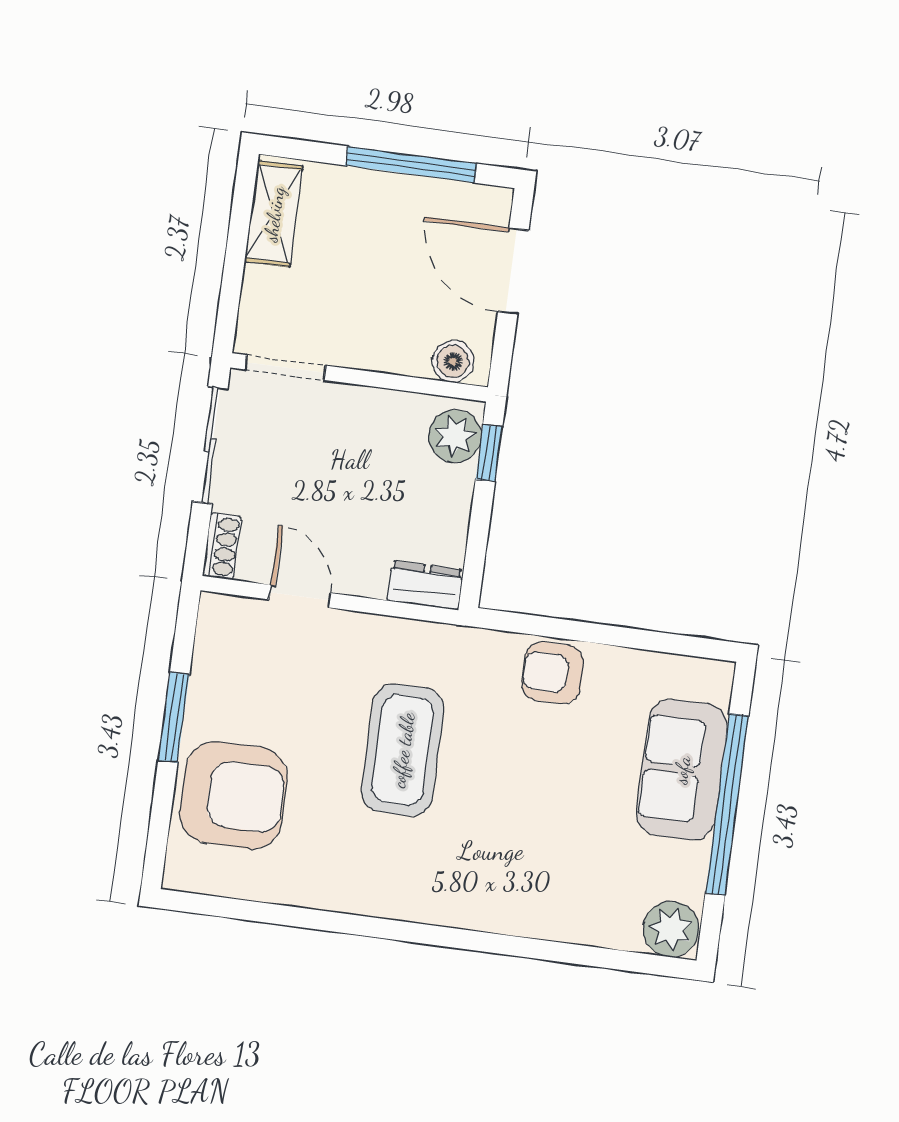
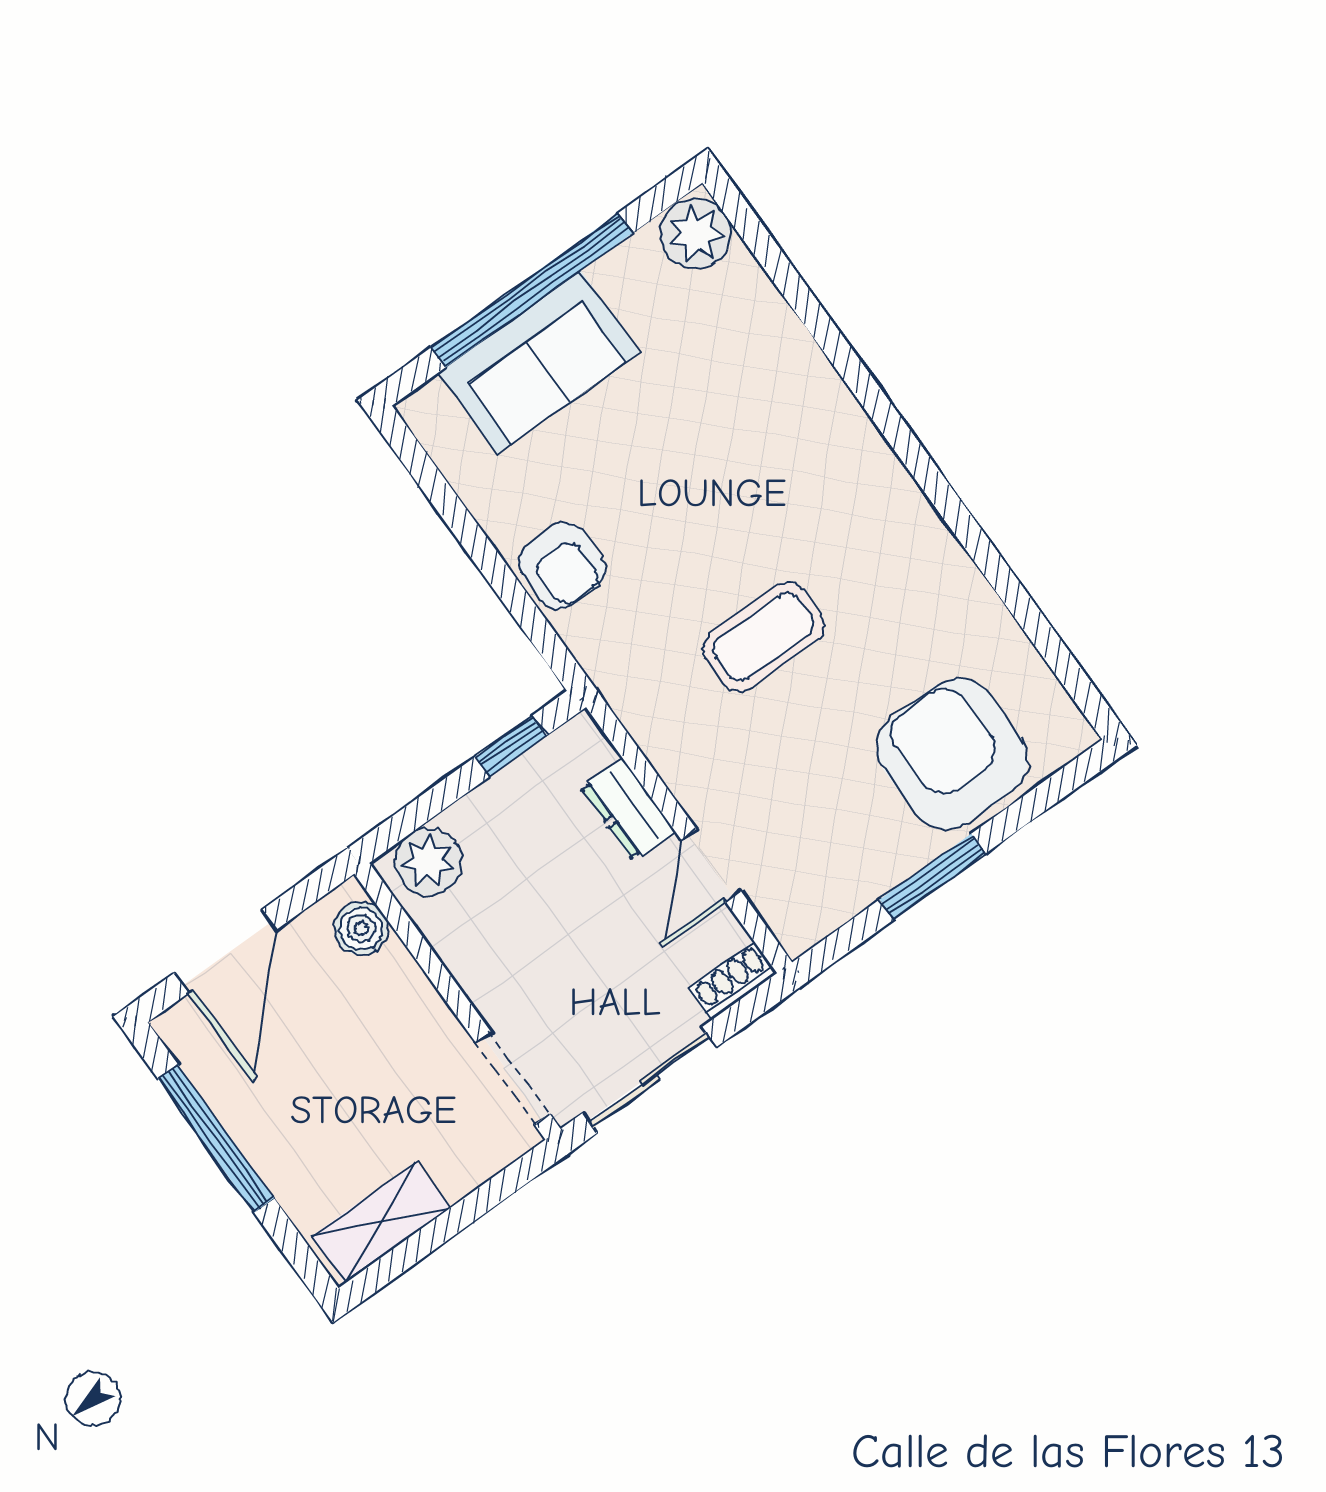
window: (489, 453) -> (511, 746), moved
dresser: (425, 585) -> (628, 809), moved
coffee table: (403, 750) -> (764, 637), width x0.73, depth x0.76

